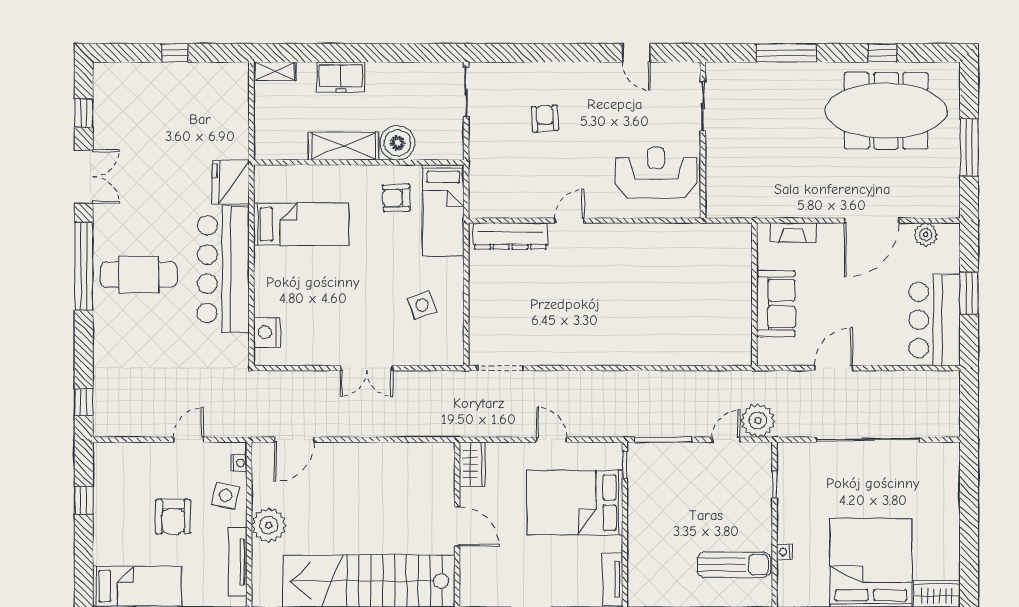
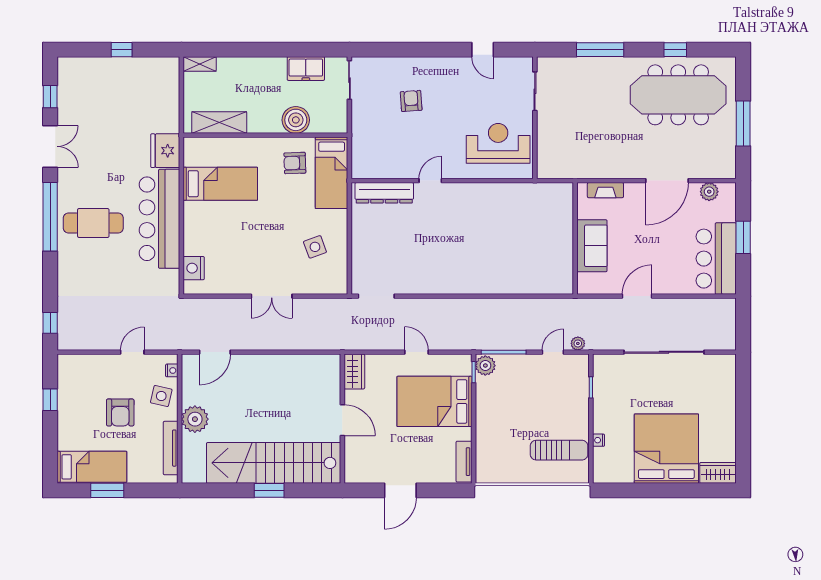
freezer: (341, 77) -> (306, 69), moved
shelving: (343, 146) -> (219, 123), moved
plant: (758, 421) -> (578, 343), width x0.53, depth x0.53
plant: (640, 457) -> (485, 366), added

